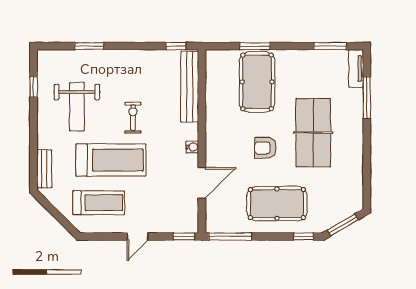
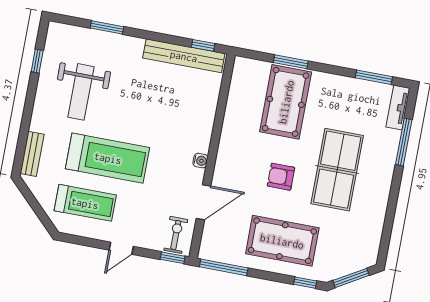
bench: (190, 87) -> (184, 56), moved, turned 90
exercise bike: (133, 118) -> (176, 235), moved

